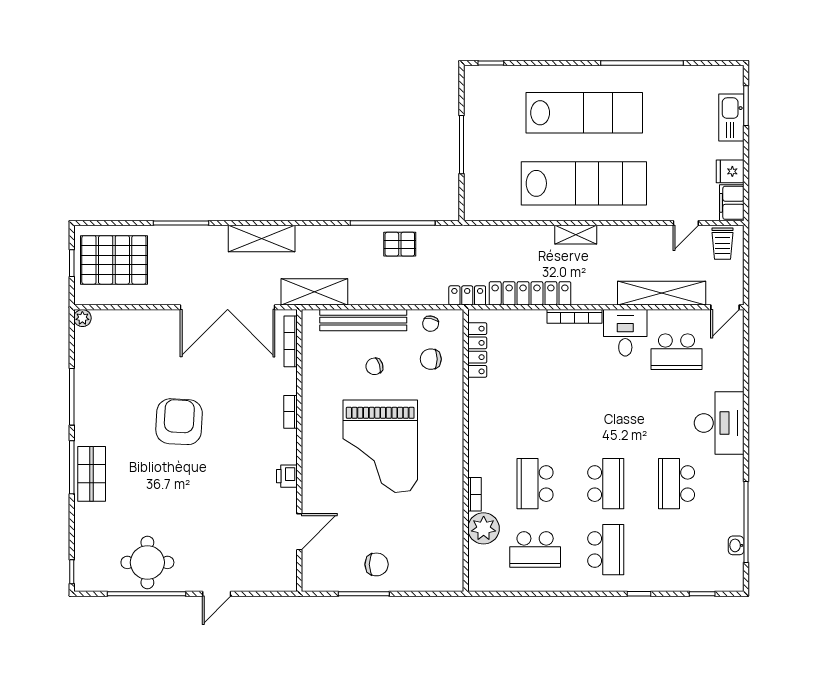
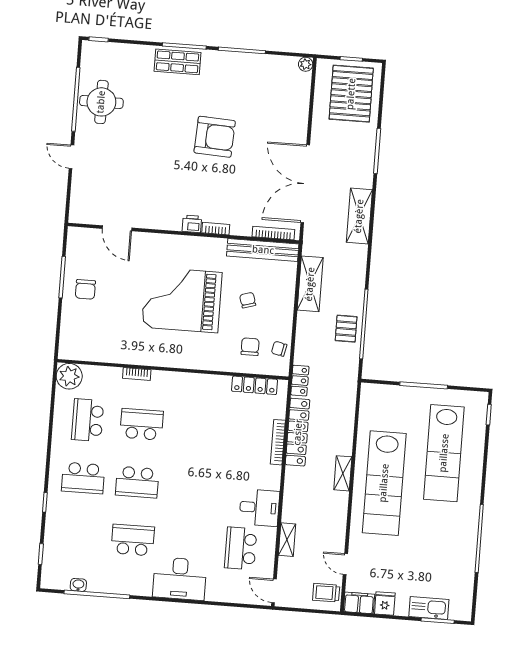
lab bench: (584, 113) -> (444, 453), moved
shelving: (314, 292) -> (310, 284), moved
shelving: (662, 293) -> (287, 540), width x0.45, depth x0.75
bookcase: (574, 316) -> (278, 442), moved
bench: (363, 320) -> (263, 250), moved, turned 90
printer: (287, 476) -> (192, 224), moved
plant: (484, 528) -> (69, 376), moved

